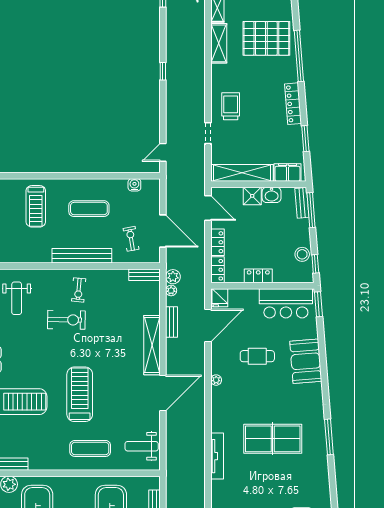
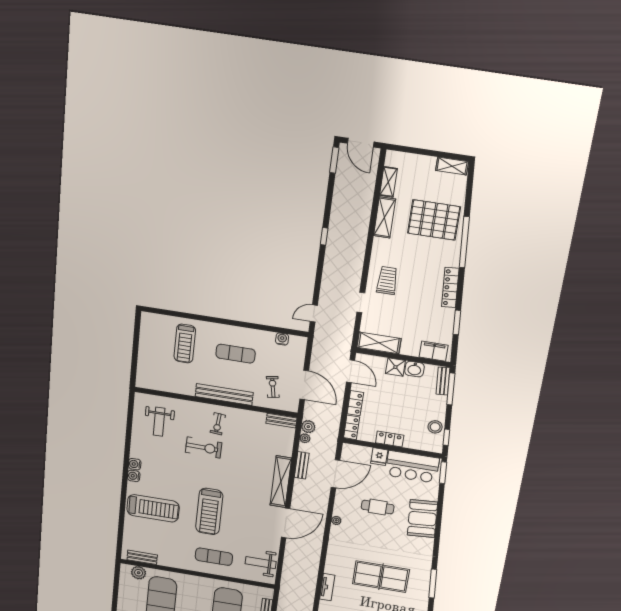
shelving: (242, 173) -> (379, 343), width x0.68
fridge: (220, 298) -> (379, 457), moved
treadmill: (80, 394) -> (209, 511), turned 180
tv unit: (217, 456) -> (327, 587), width x0.71

